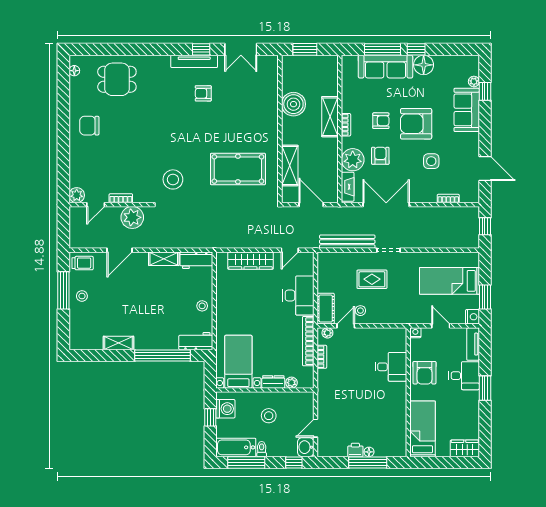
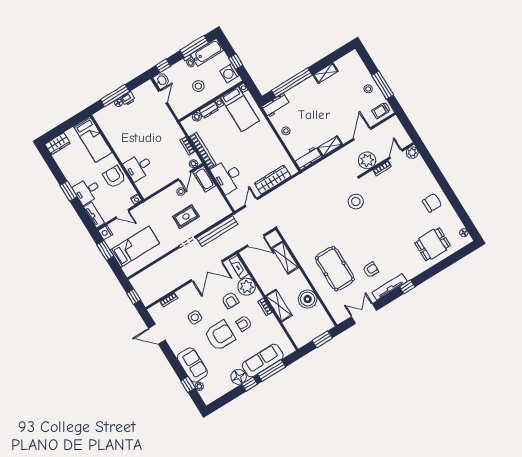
window: (201, 49) -> (407, 287), moved
pool table: (238, 169) -> (335, 269), moved, turned 90

